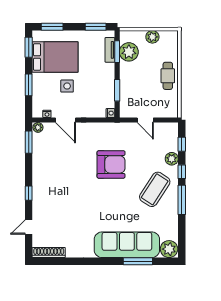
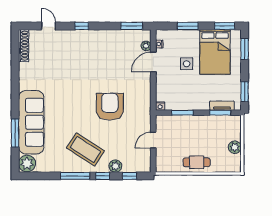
plant: (129, 52) -> (220, 124), removed
plant: (38, 127) -> (146, 46), moved
armchair: (111, 164) -> (110, 107), turned 180

